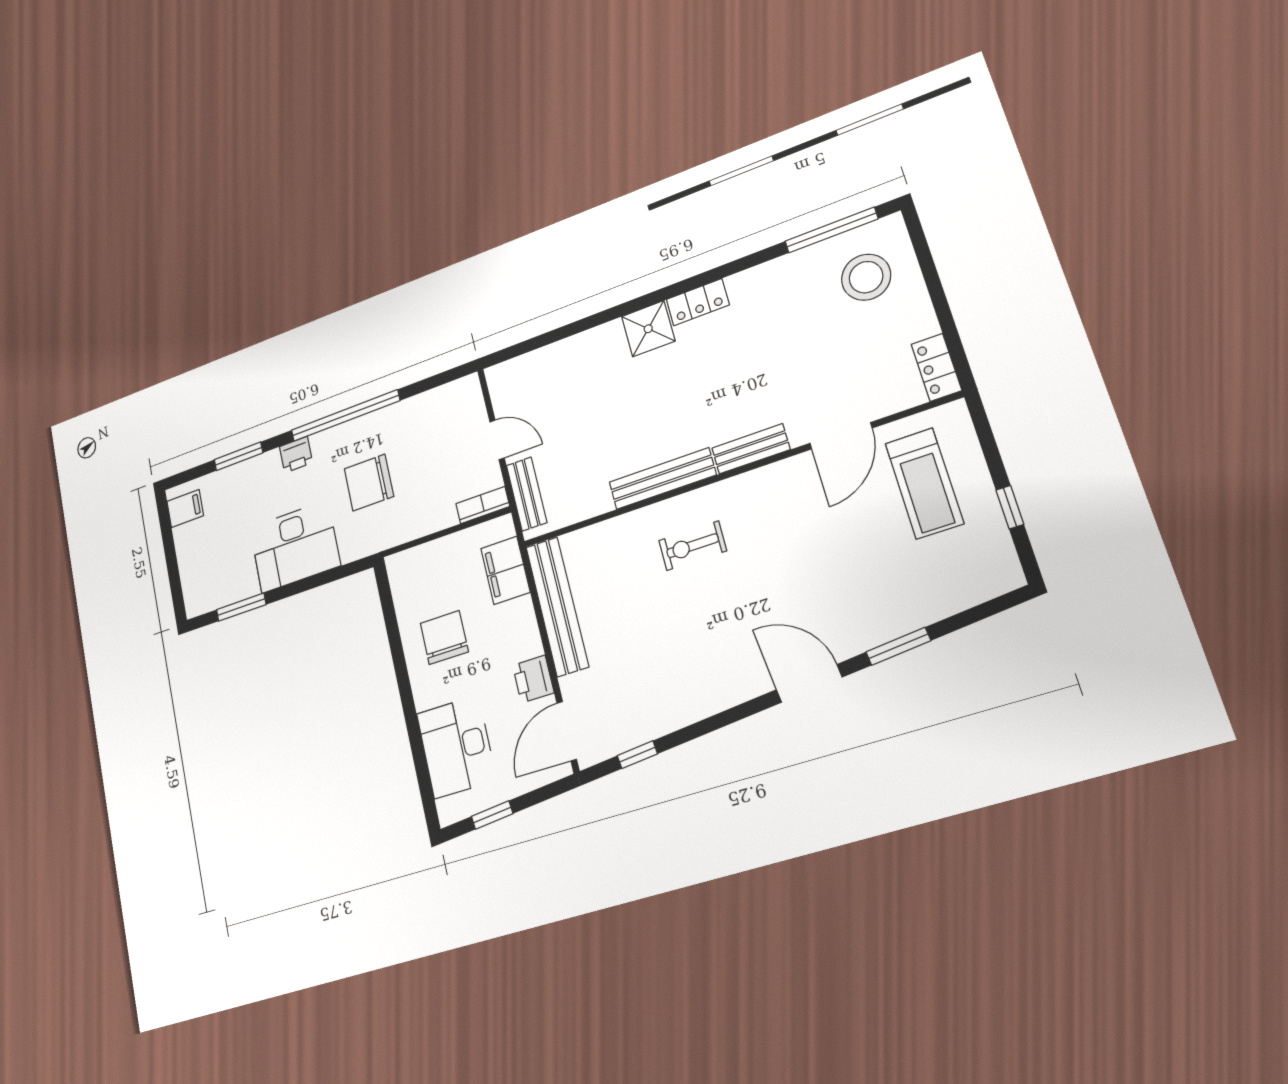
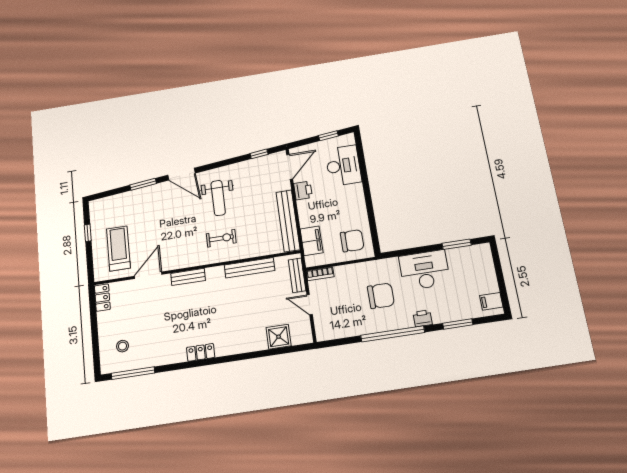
stool: (866, 277) -> (122, 346), width x0.53, depth x0.53
shower: (648, 329) -> (279, 337), moved
bench: (662, 479) -> (249, 268), moved
chair: (444, 637) -> (352, 241), moved, turned -90
weight bench: (714, 637) -> (218, 198), added

